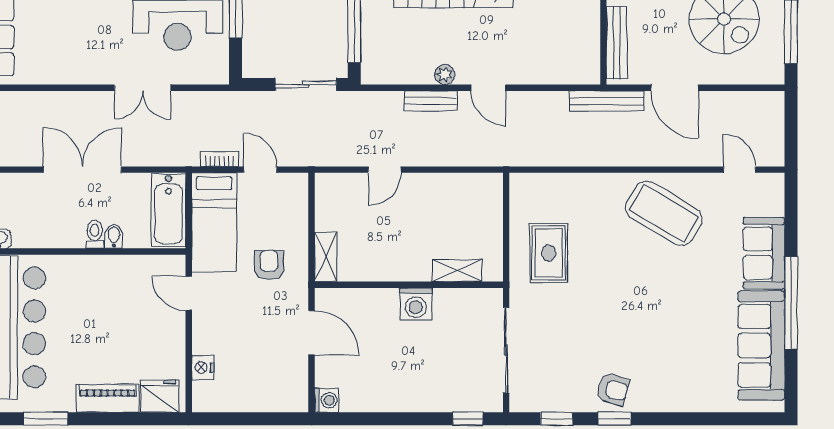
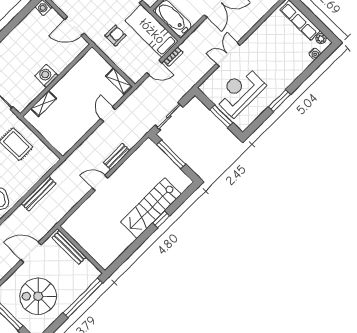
plant: (445, 75) -> (121, 172), removed
bench: (607, 101) -> (39, 194), moved
shelving: (326, 257) -> (119, 81), moved
armchair: (269, 265) -> (115, 36), turned -90

